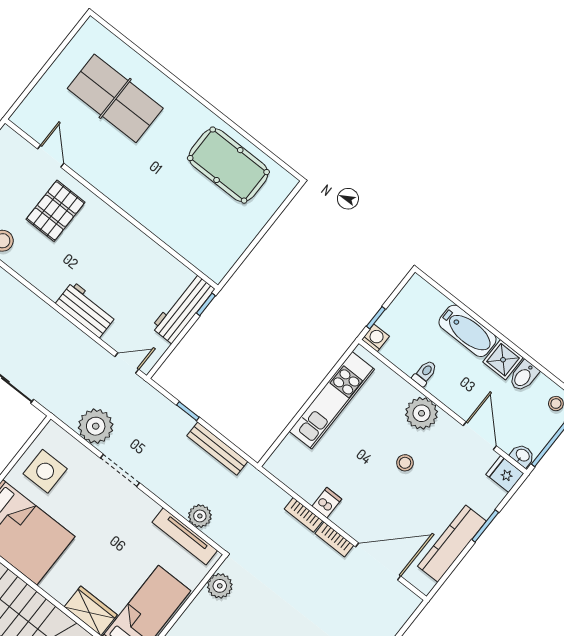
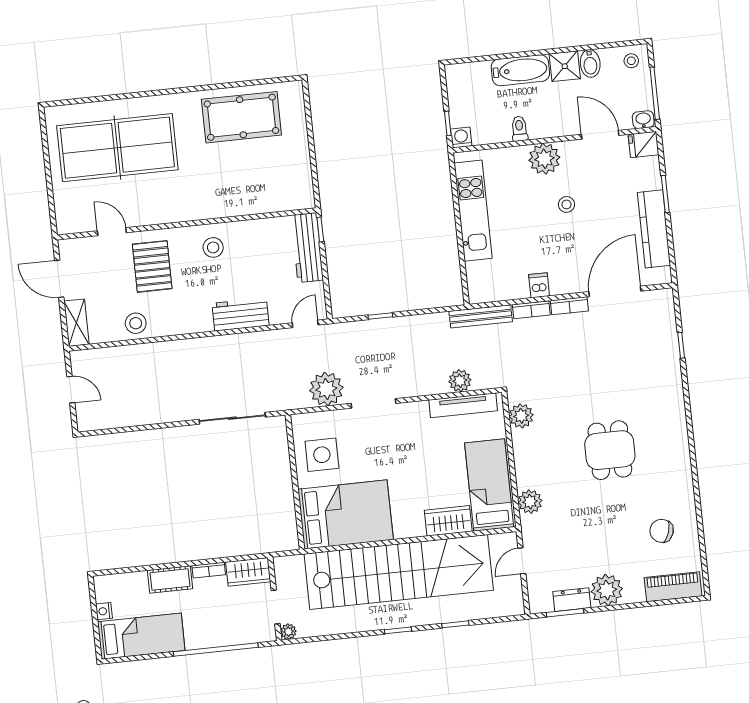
table tennis table: (115, 98) -> (117, 148), width x1.36, depth x1.32
stool: (114, 241) -> (213, 247), added
bench: (217, 449) -> (481, 316), moved

